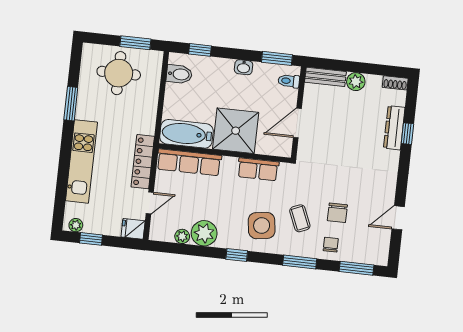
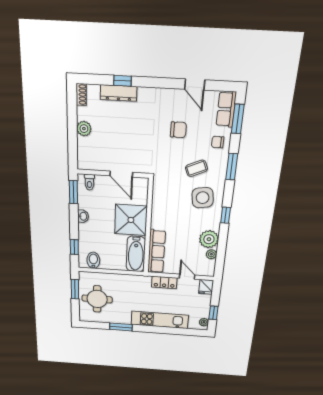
bench: (325, 77) -> (83, 154), removed
locker: (143, 162) -> (164, 282), width x0.66
row of seats: (258, 169) -> (226, 109), moved, turned 180
chair: (337, 213) -> (178, 130), moved

